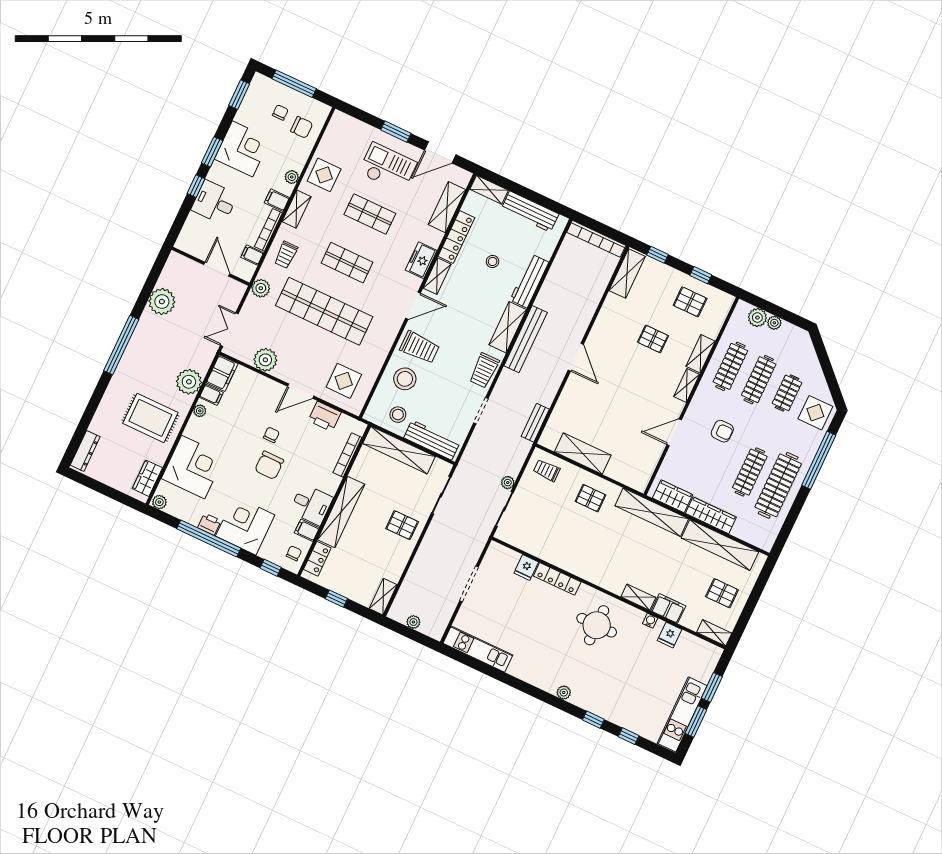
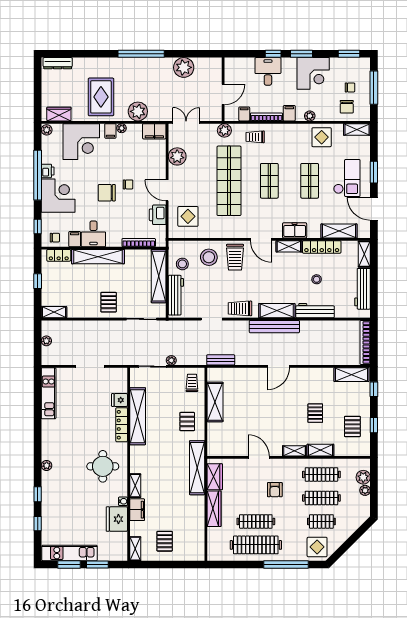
shelving: (297, 209) -> (357, 129), moved
filing cabinet: (211, 395) -> (110, 131), moved
shelving: (720, 545) -> (138, 416), moved
fridge: (670, 635) -> (117, 519), width x1.88, depth x1.34

